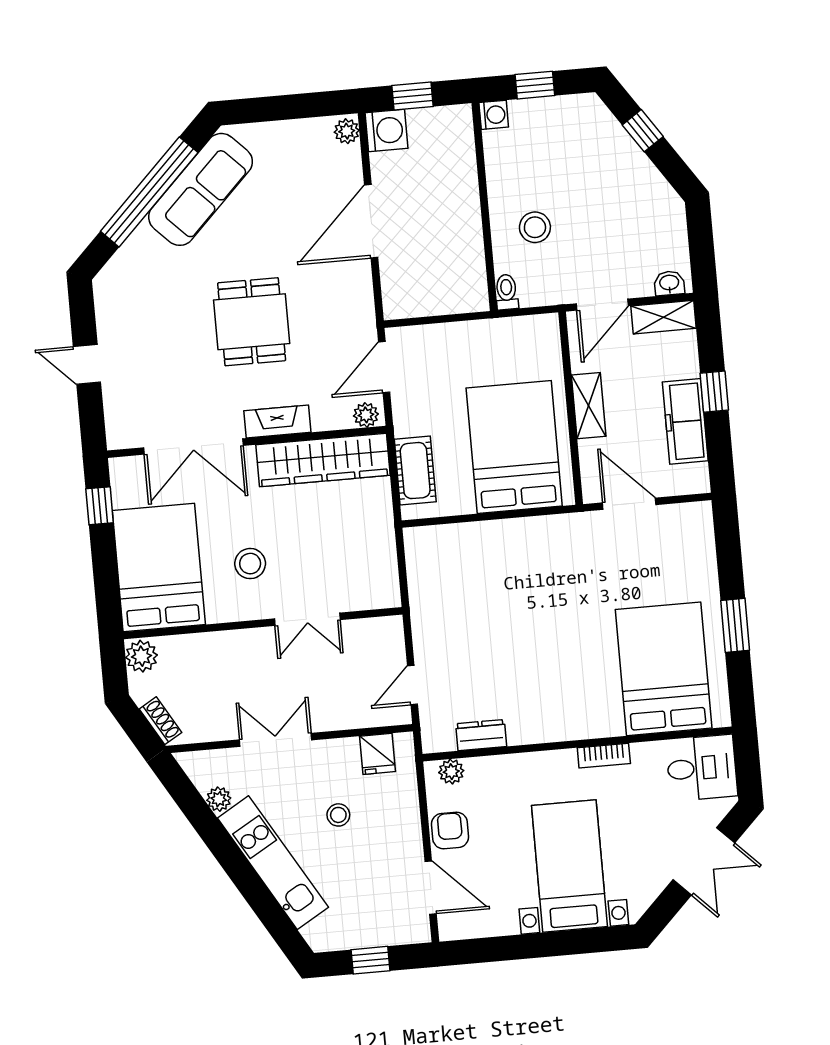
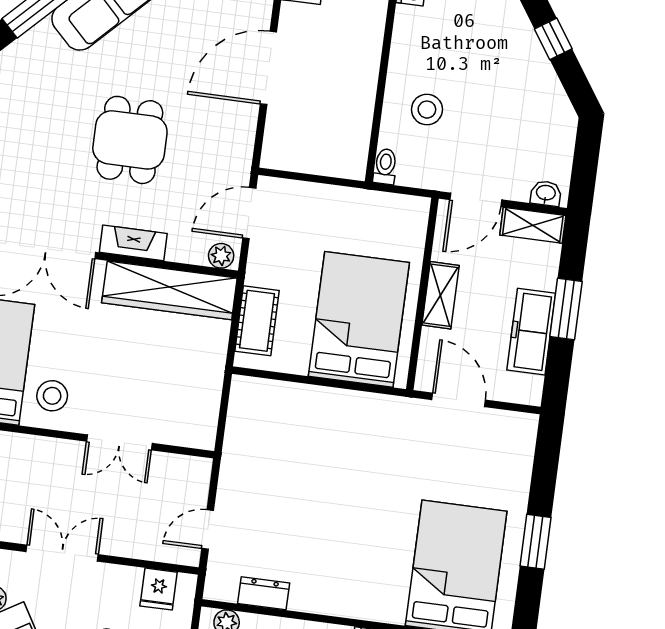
window: (714, 392) -> (566, 309), width x1.50
stool: (250, 564) -> (52, 396), moved

